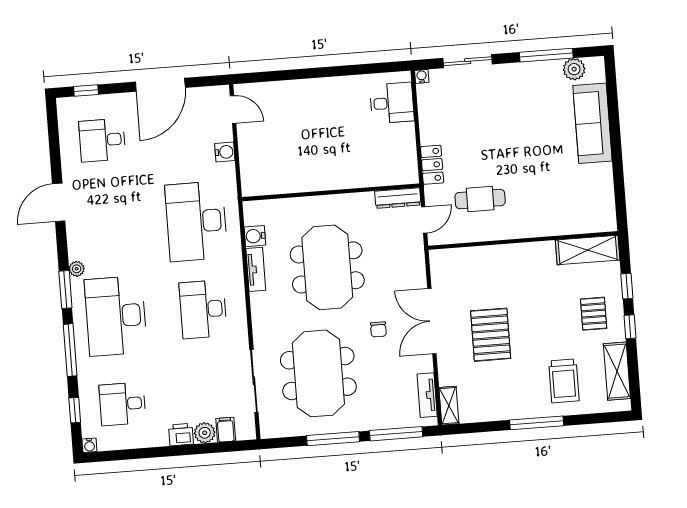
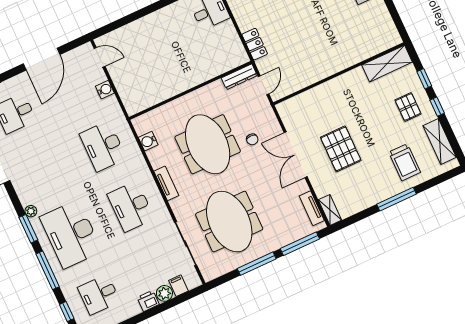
cafe table: (480, 199) -> (298, 56), removed
desk: (196, 221) -> (103, 146), width x0.73, depth x0.77
tv unit: (256, 269) -> (166, 183), moved
chair: (378, 329) -> (252, 139), moved

